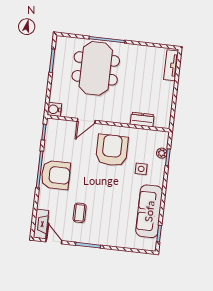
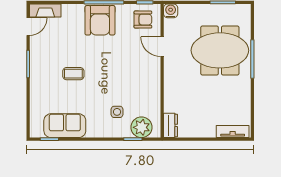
dresser: (142, 120) -> (170, 125), moved
armchair: (112, 150) -> (143, 20), moved, width x0.53, depth x0.53
plant: (162, 153) -> (141, 127), width x1.87, depth x1.87
sofa: (149, 211) -> (65, 126), width x0.73
coffee table: (80, 213) -> (73, 74), moved

